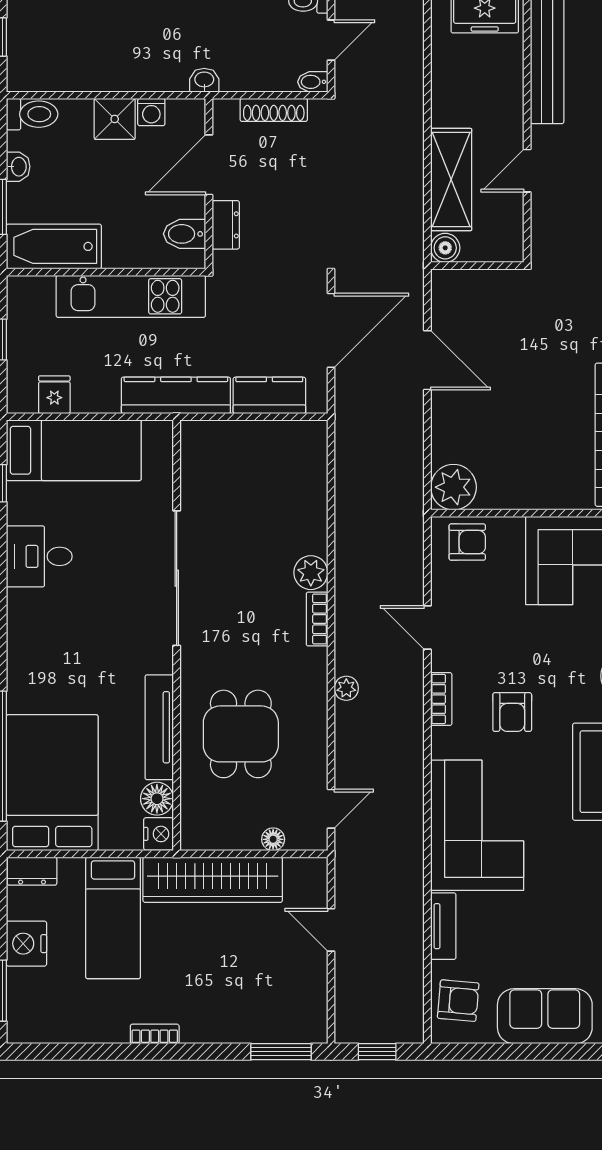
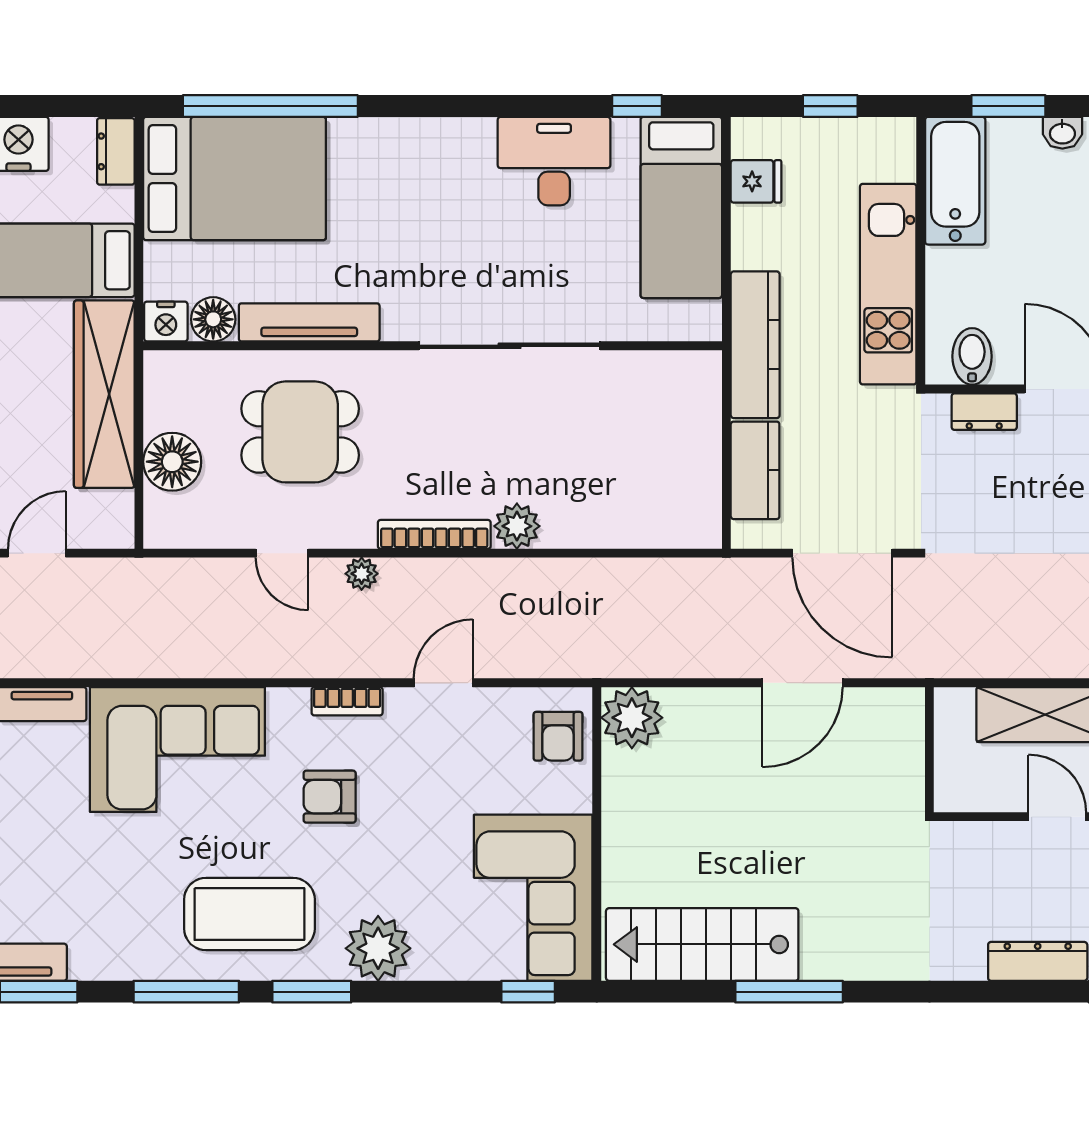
boiler: (445, 248) -> (953, 707), removed
desk: (39, 556) -> (554, 161), width x1.37
bookcase: (317, 619) -> (434, 534), width x1.56
door: (331, 809) -> (282, 553), moved
floor lamp: (273, 839) -> (172, 462), width x1.89, depth x1.89

